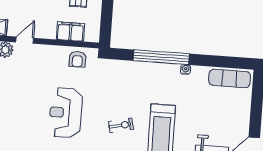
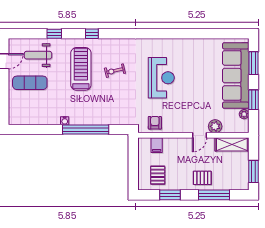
filing cabinet: (70, 32) -> (157, 145), width x0.50
exercise mat: (230, 78) -> (30, 83), moved

